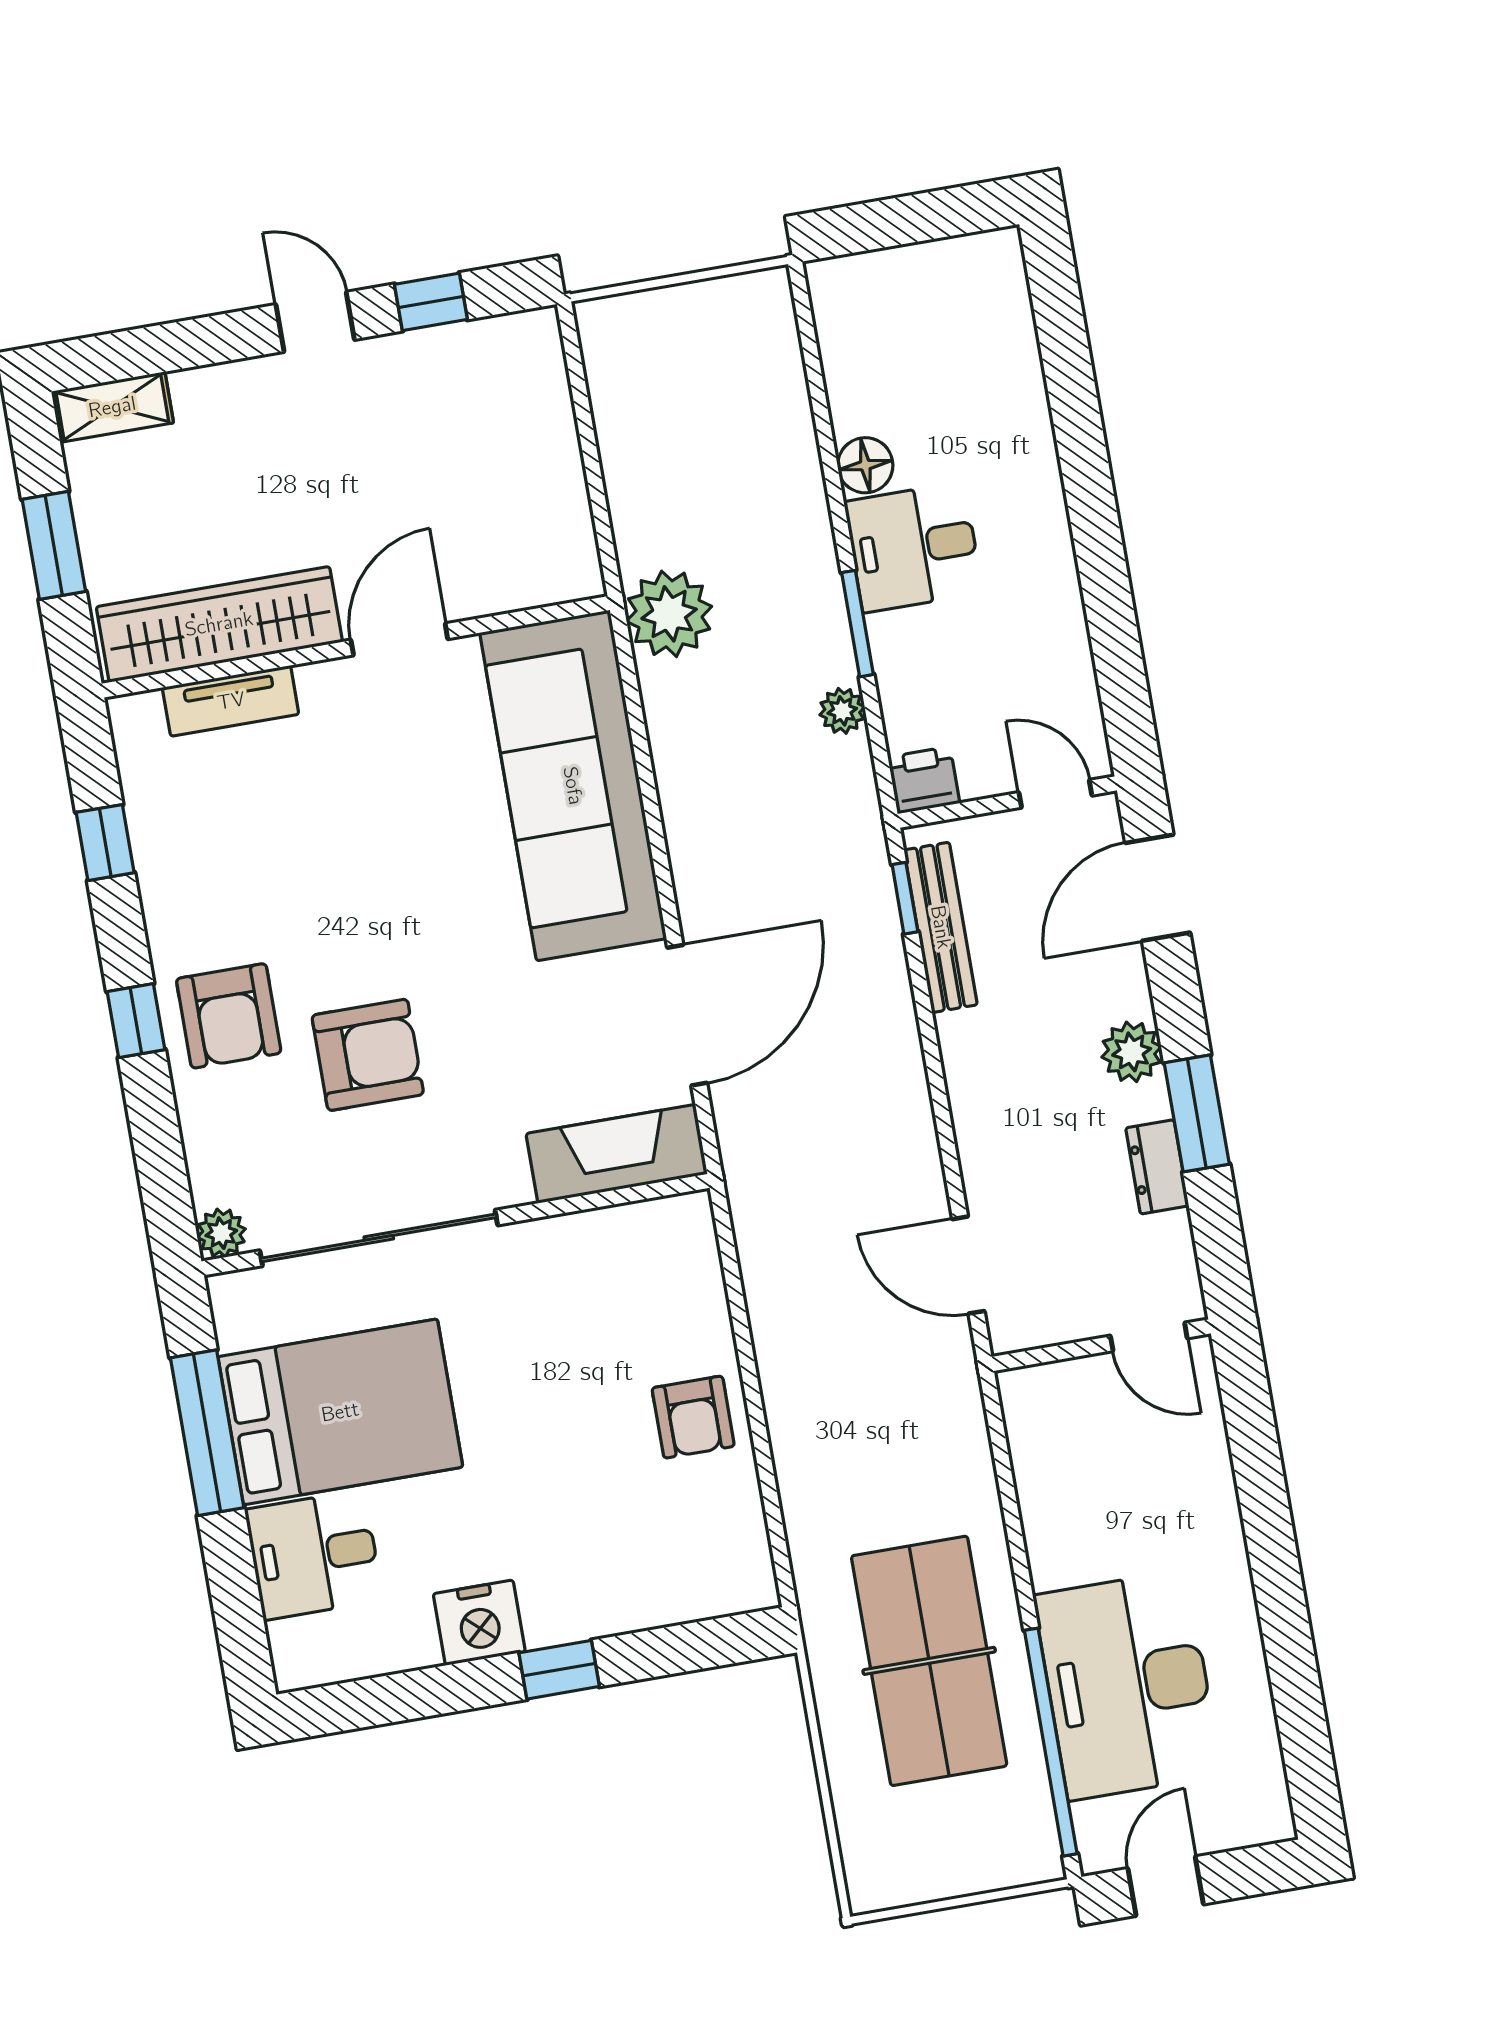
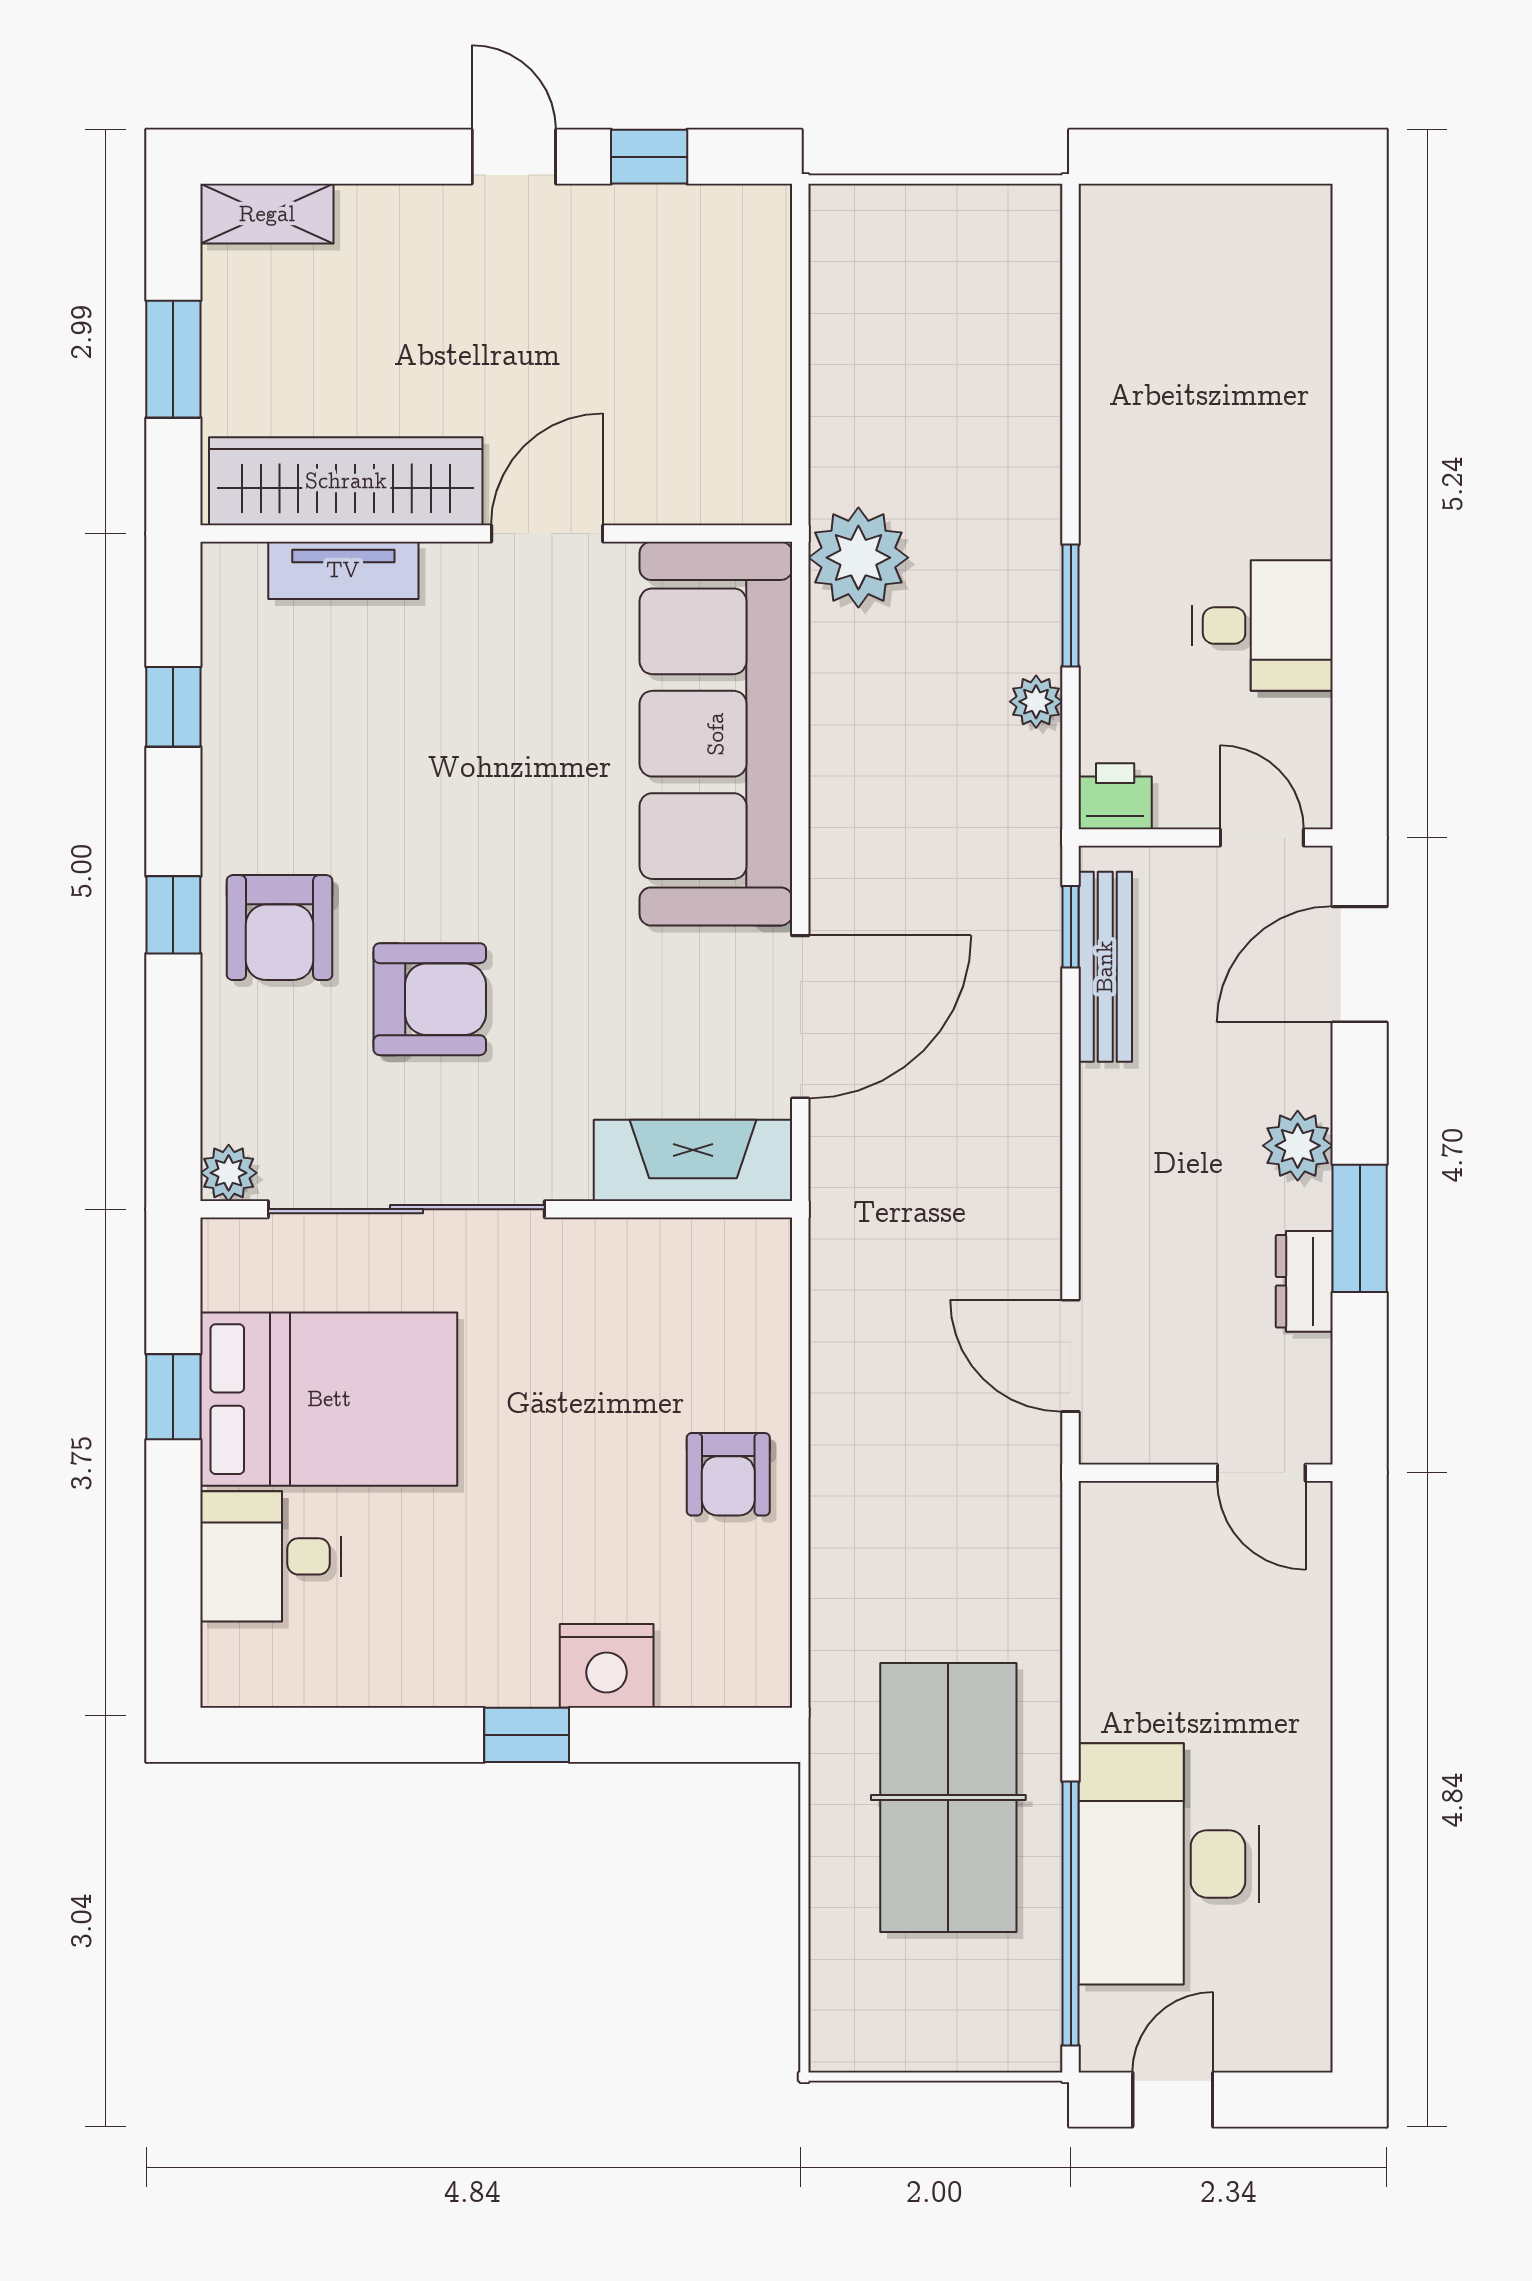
floor lamp: (865, 465) -> (1110, 427), removed
desk: (914, 547) -> (1262, 626), moved, turned 180
window: (207, 1433) -> (173, 1397), width x0.46
nightstand: (479, 1623) -> (607, 1666), moved

